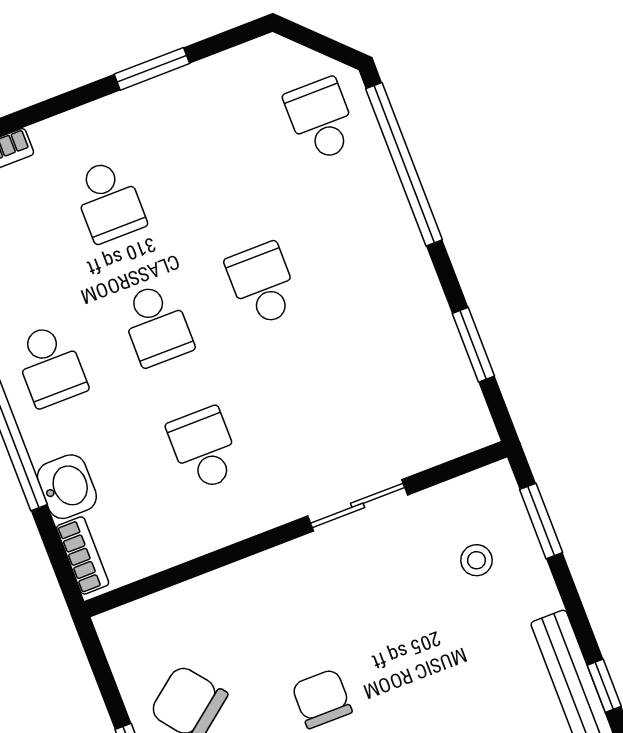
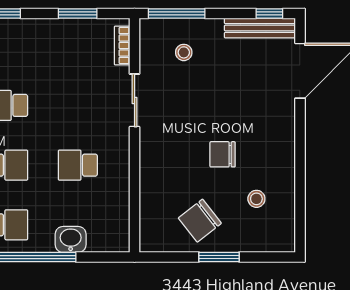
window: (541, 521) -> (177, 13), width x1.44
bookcase: (83, 555) -> (122, 46), moved, turned -90

